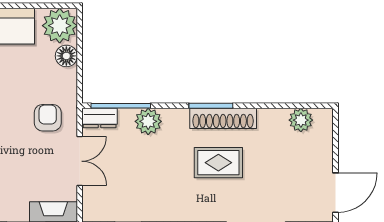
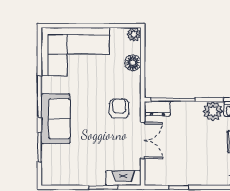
plant: (60, 26) -> (134, 34), width x0.53, depth x0.53
plant: (148, 121) -> (213, 111), moved

